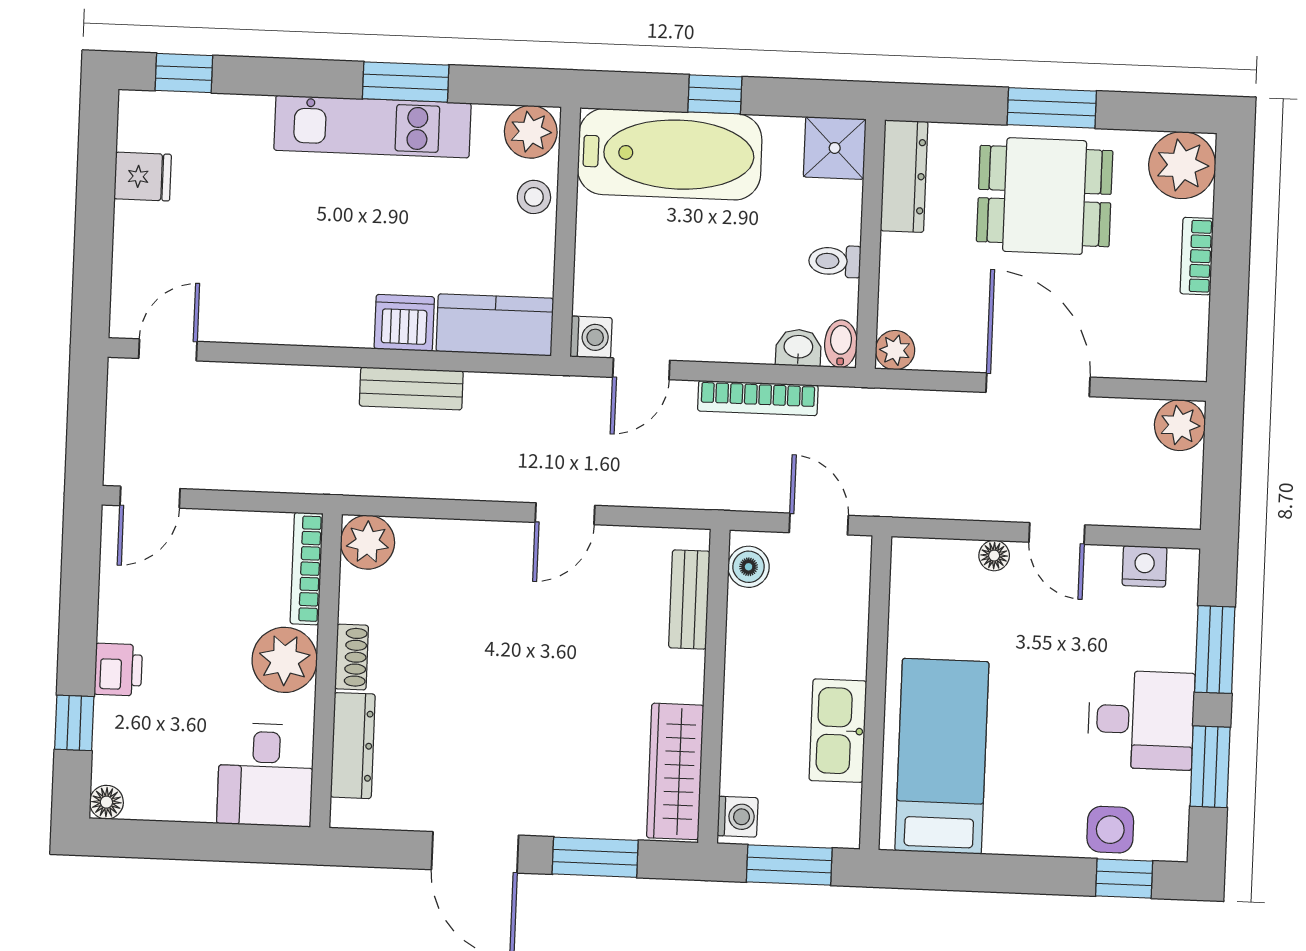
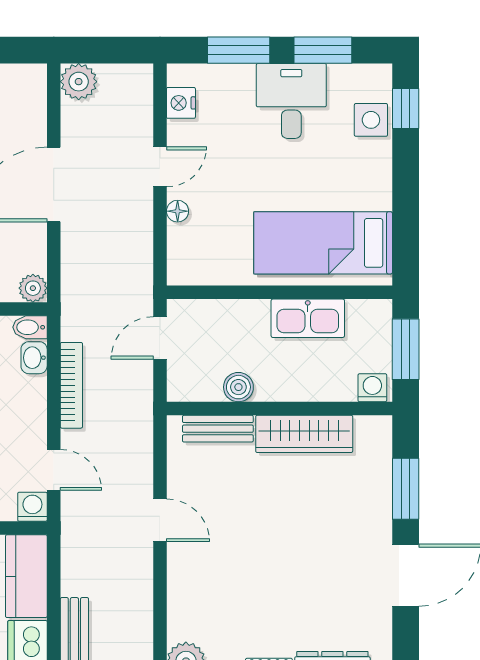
boiler: (749, 567) -> (238, 387), moved
wardrobe: (675, 771) -> (304, 434), moved

